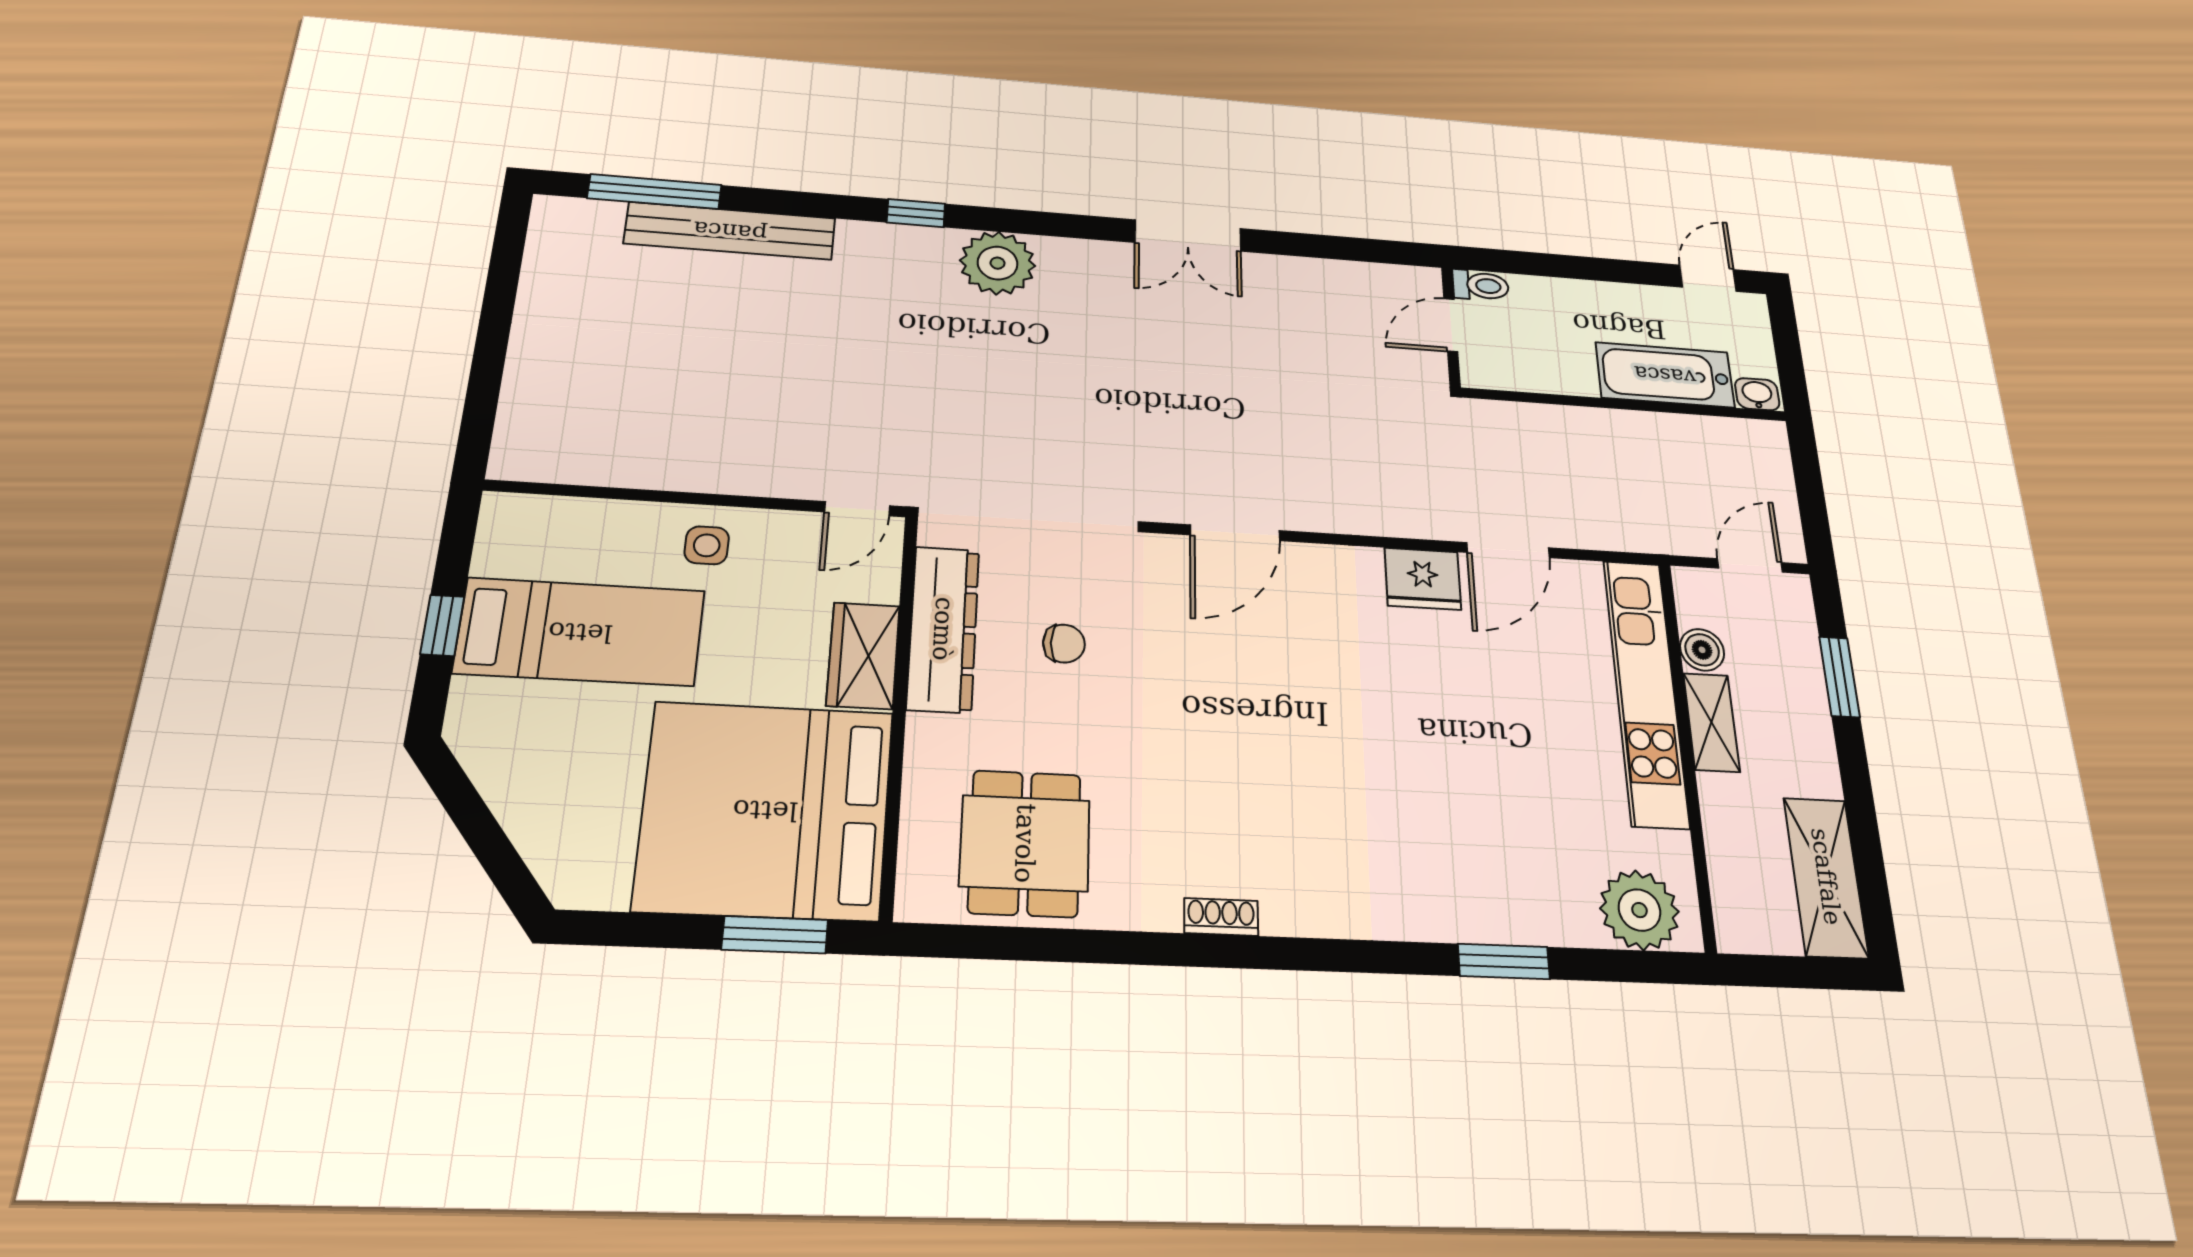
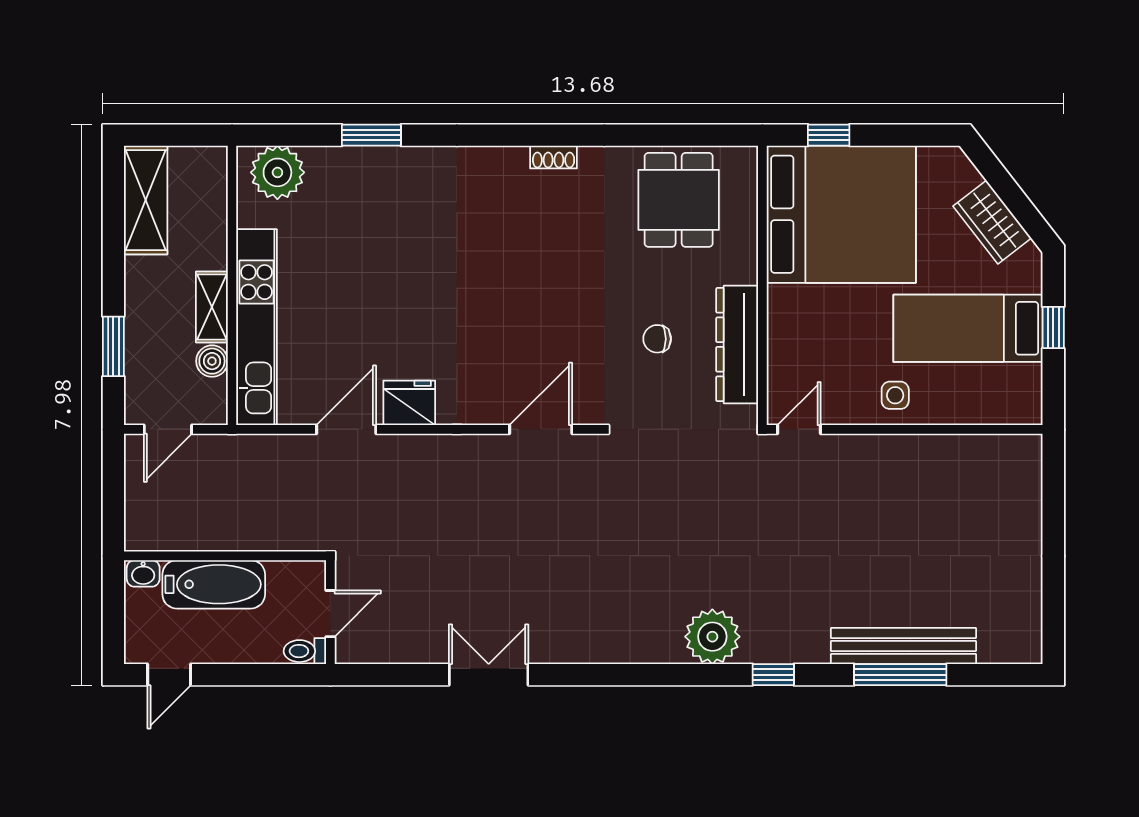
window: (655, 192) -> (900, 675), moved
double door: (1188, 235) -> (489, 675), moved
toilet: (1481, 285) -> (305, 651), moved
door: (1451, 325) -> (330, 614), moved
wall: (1451, 327) -> (330, 612), moved
wardrobe: (863, 656) -> (992, 222), moved, turned 142
window: (775, 935) -> (829, 135), width x0.67

